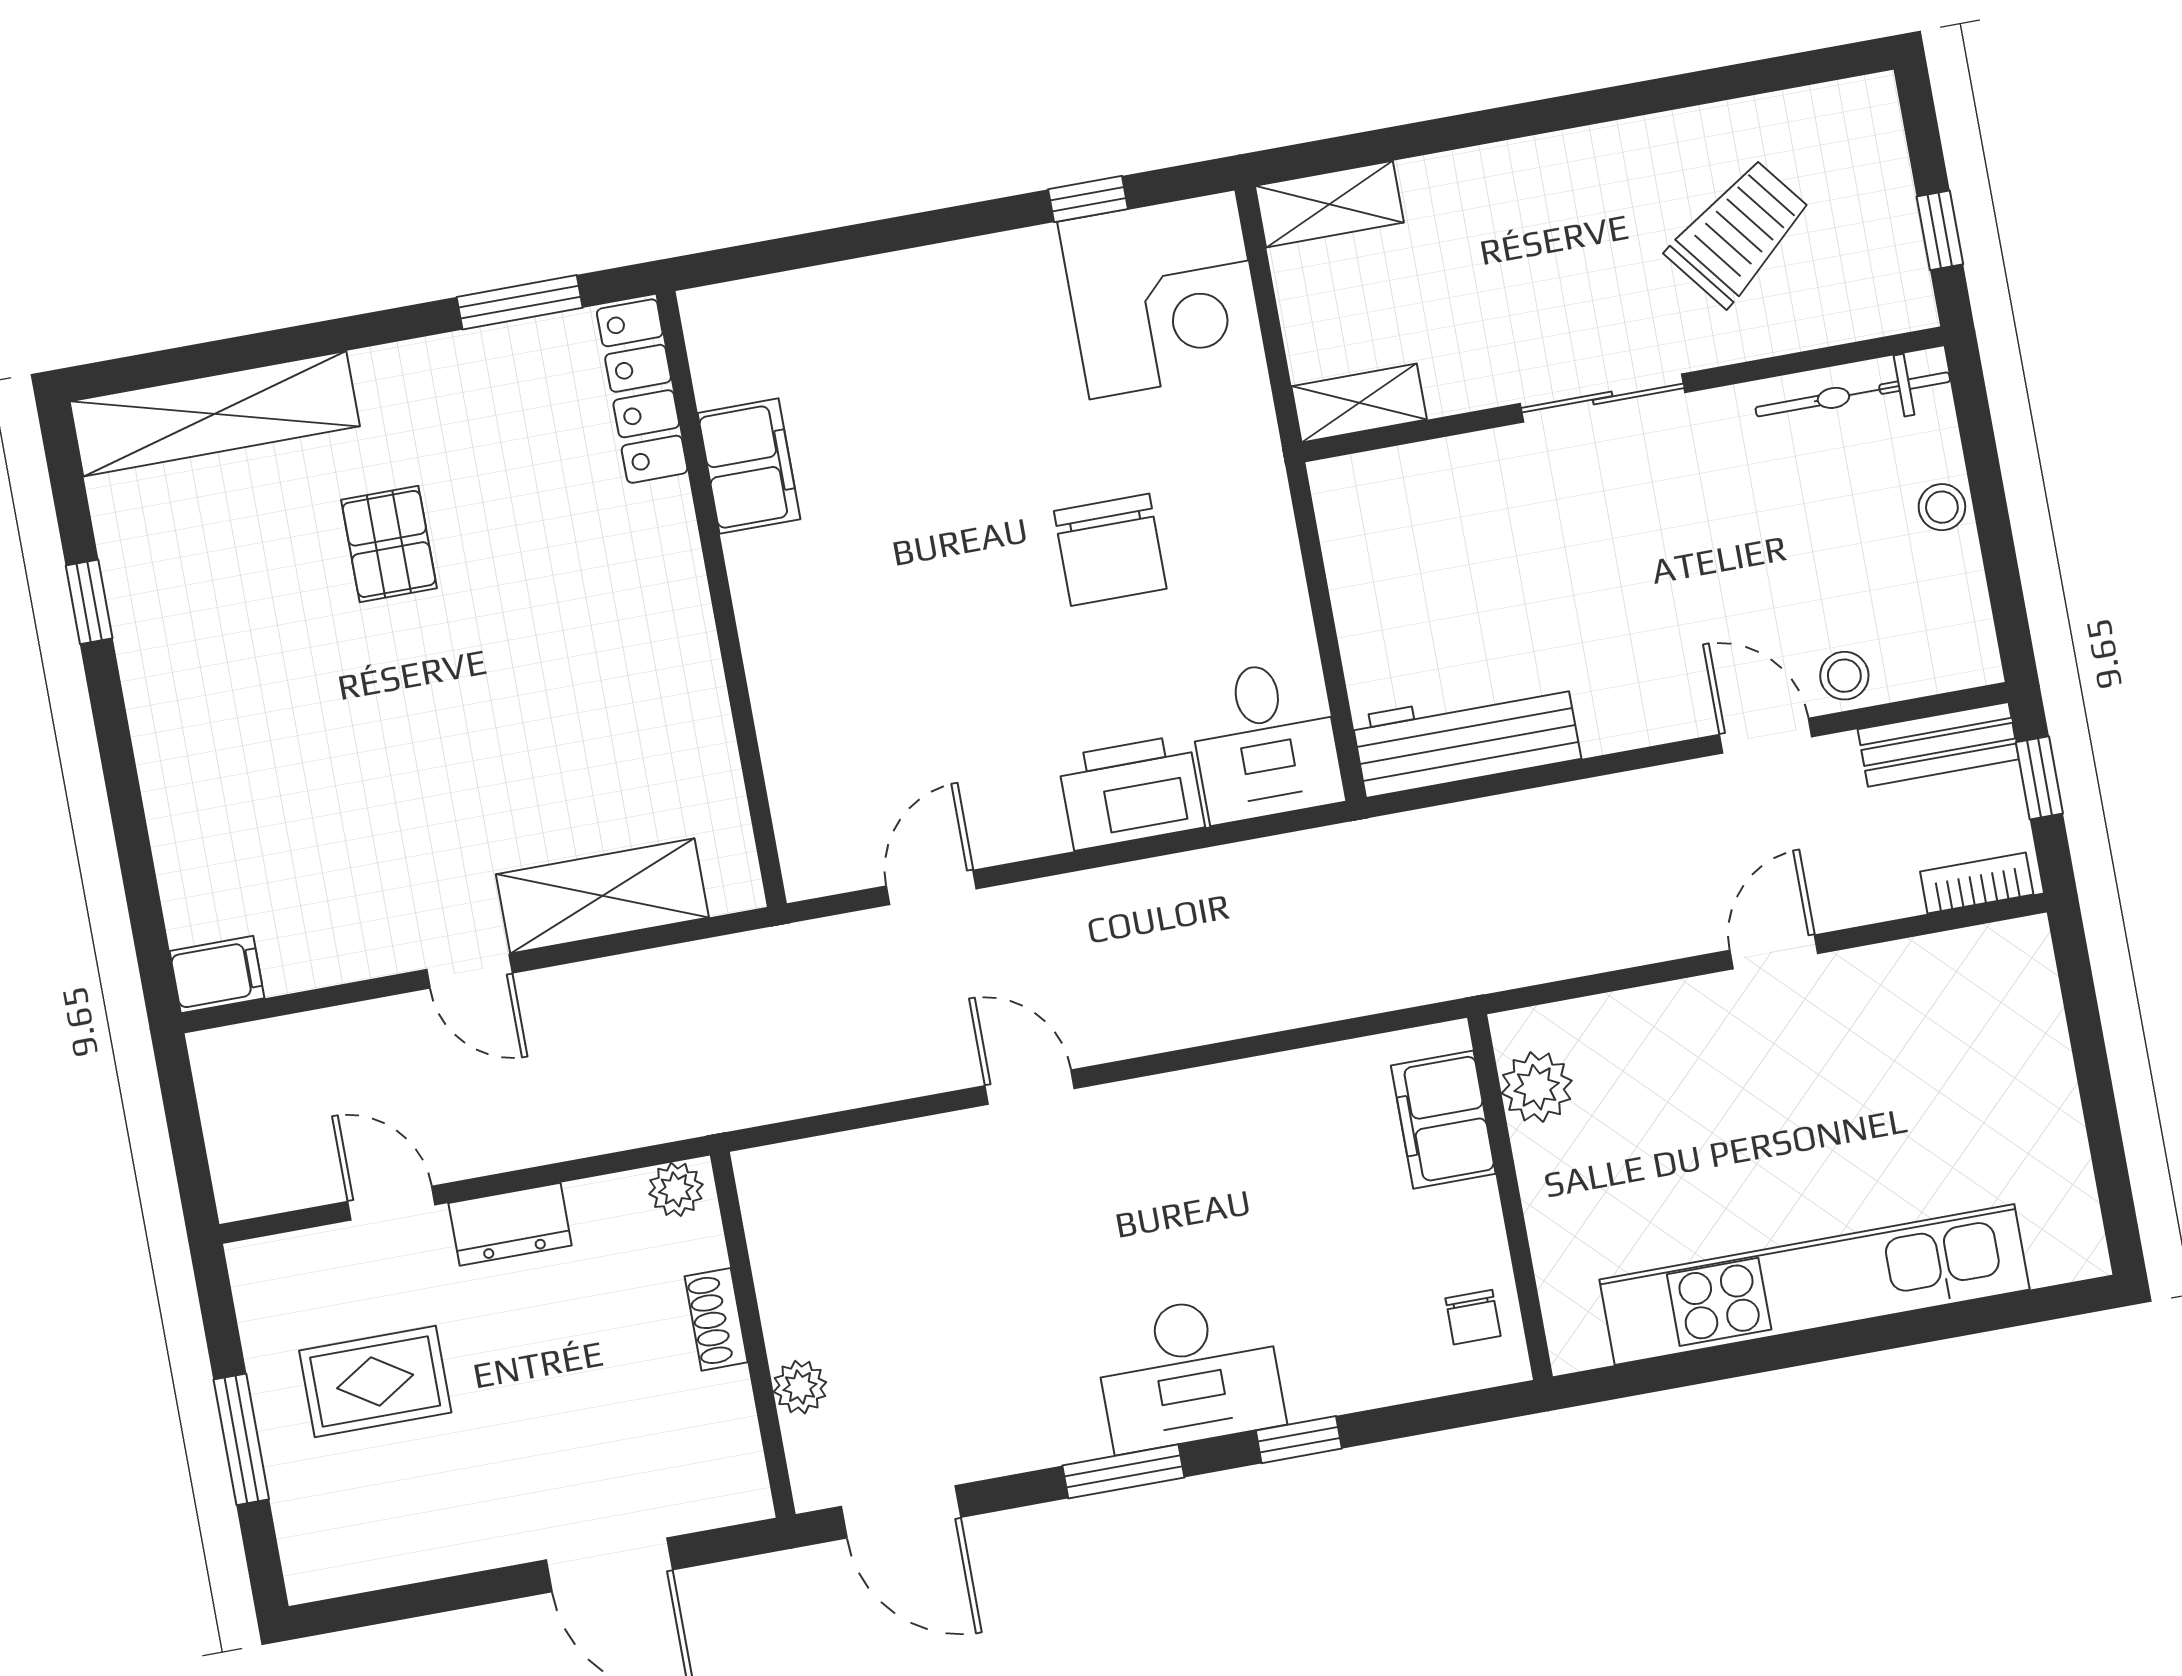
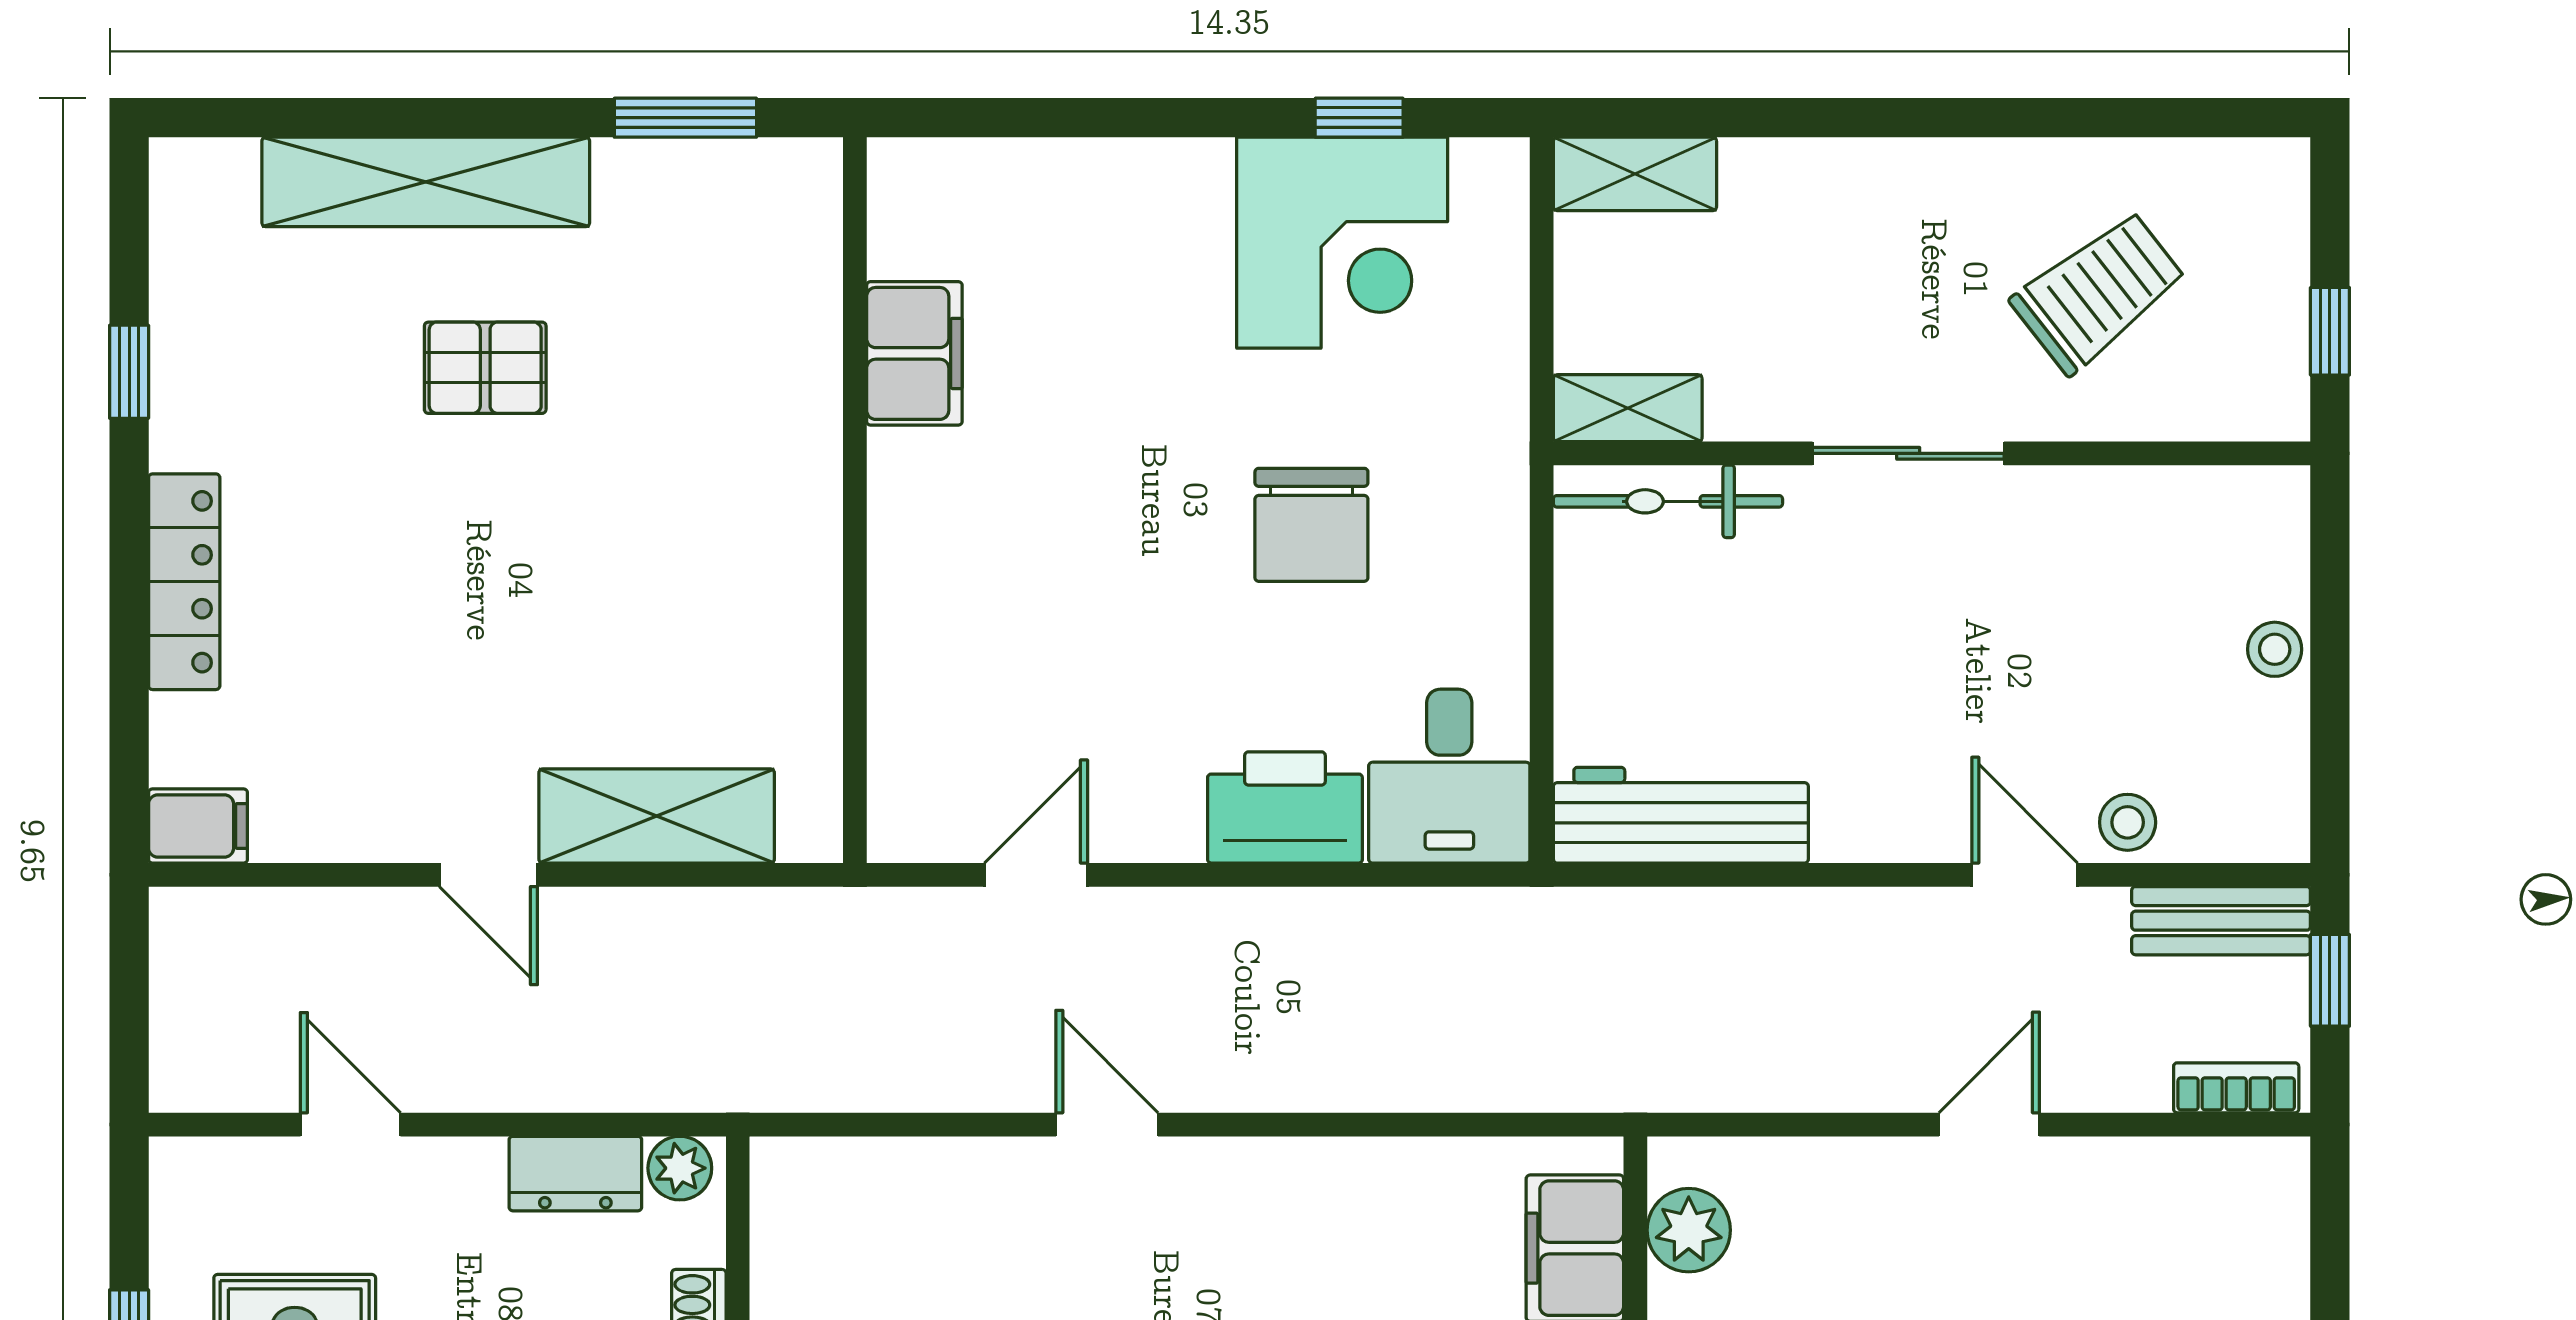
corner desk: (1162, 294) -> (1342, 243), moved
locker: (642, 391) -> (184, 582), moved, turned 180
bicycle: (1853, 394) -> (1668, 501), moved
shelving: (215, 414) -> (426, 182), moved
pallet: (389, 544) -> (485, 368), turned 90
dresser: (510, 1224) -> (575, 1174), moved

